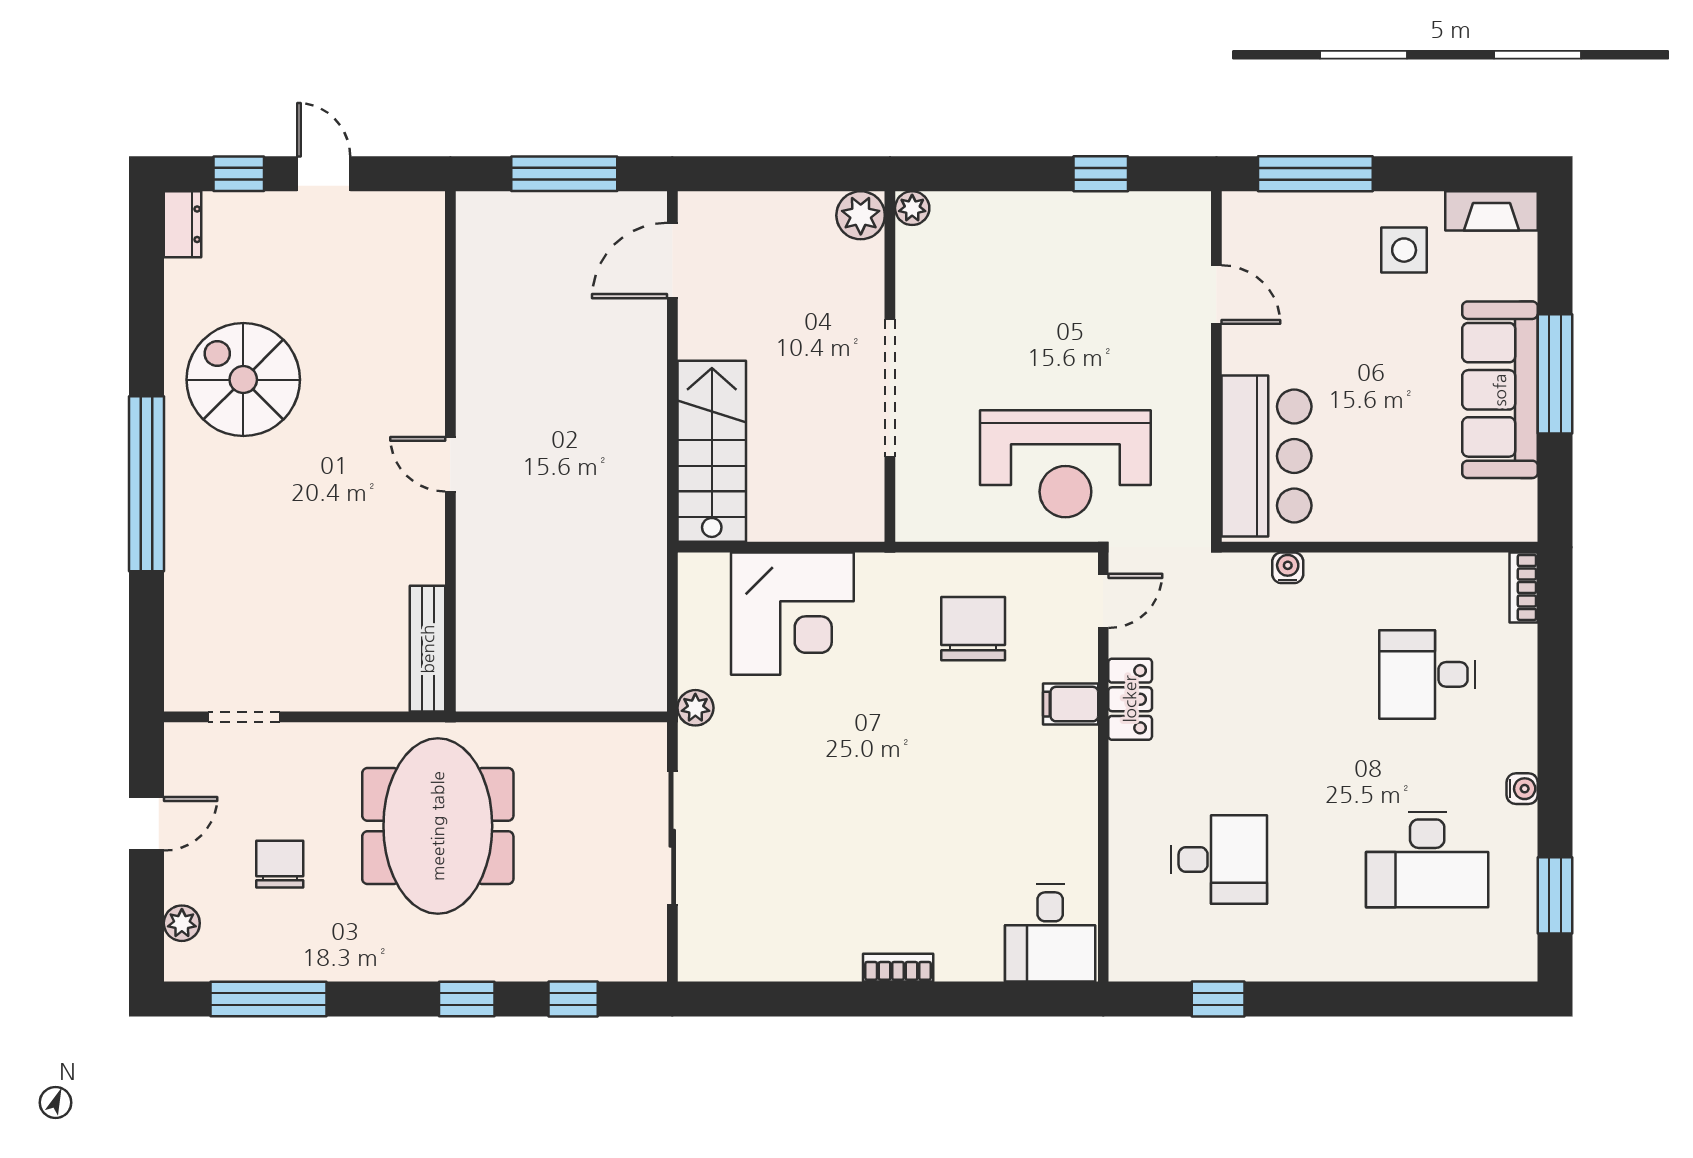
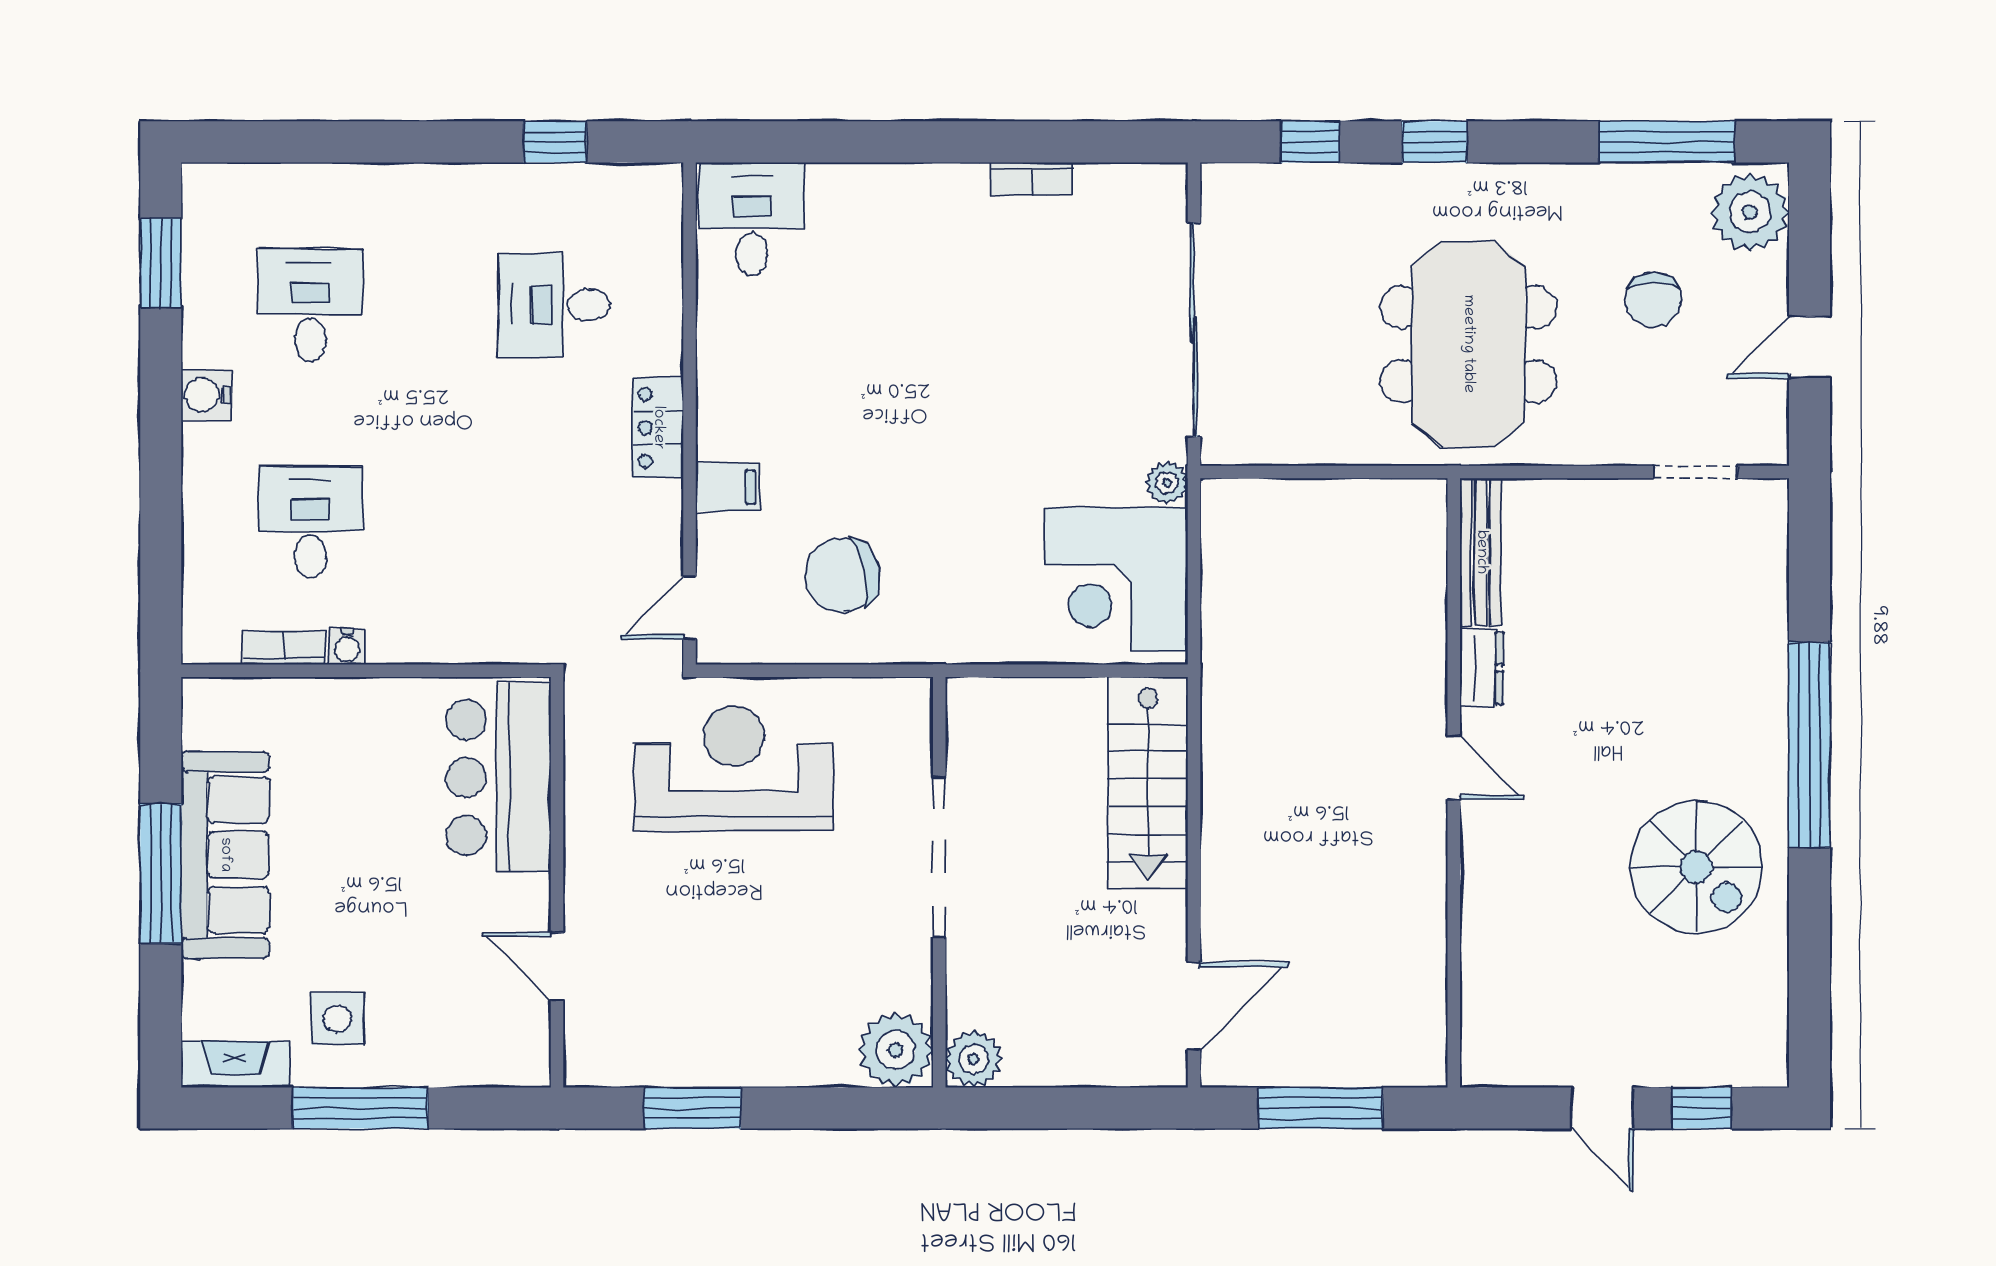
window: (1101, 174) -> (693, 1108), width x1.50
window: (1315, 174) -> (360, 1108), moved
plant: (912, 208) -> (896, 1050), width x1.88, depth x1.88
dresser: (183, 224) -> (1482, 669), moved, turned 180
water cooler: (1288, 568) -> (347, 647), moved
bookcase: (1524, 587) -> (284, 648), moved, turned -90
corner desk: (792, 614) -> (1116, 579), moved, turned -90
chair: (973, 629) -> (842, 575), turned 78
desk: (1427, 674) -> (310, 522), turned -90
locker: (1130, 699) -> (658, 428), moved
water cooler: (1522, 789) -> (206, 395), width x1.38, depth x1.38
sliding door: (672, 838) -> (1194, 330), width x1.36
desk: (1427, 860) -> (310, 305), width x0.73
plant: (182, 923) -> (1750, 212), width x1.88, depth x1.88
bookcase: (898, 968) -> (1032, 179), moved

